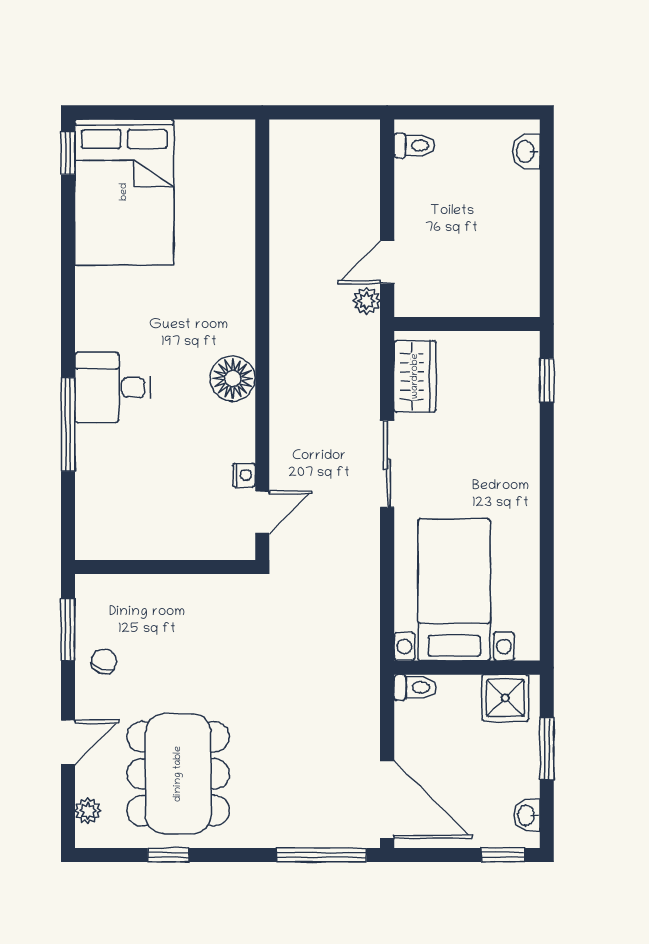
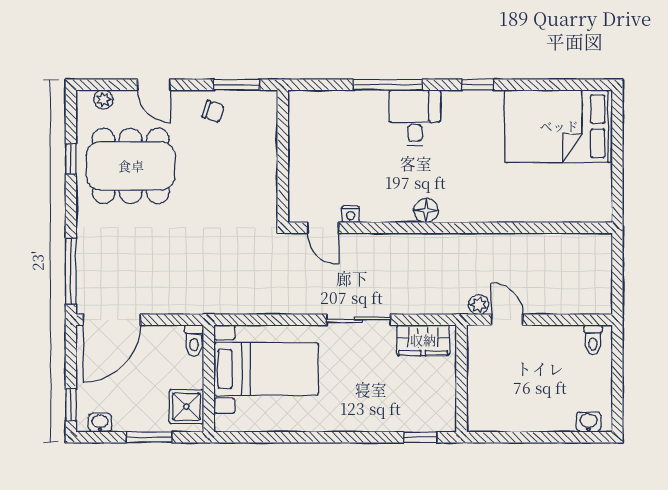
window: (68, 153) -> (478, 85), moved
floor lamp: (233, 379) -> (426, 211), width x0.73, depth x0.73

